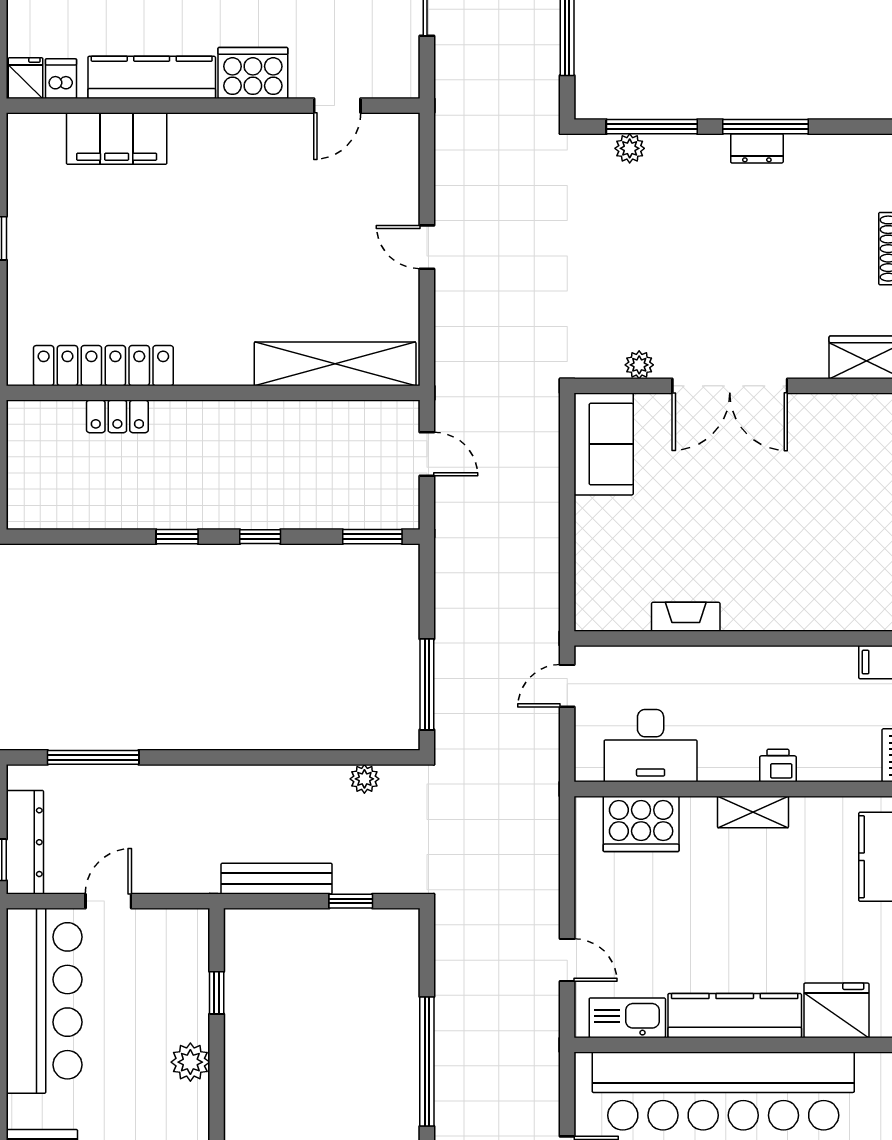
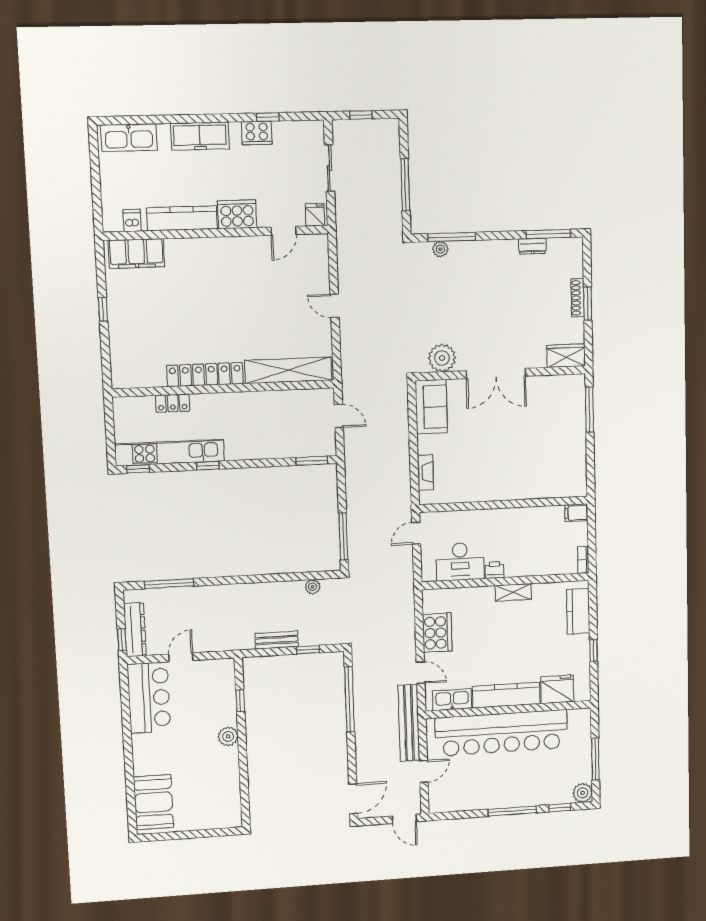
fridge: (25, 78) -> (315, 215), moved
window: (766, 127) -> (548, 234), moved
filing cabinet: (117, 139) -> (136, 253), moved
dresser: (757, 148) -> (532, 246), moved
plant: (639, 365) -> (442, 358), width x1.88, depth x1.88
locker: (103, 366) -> (205, 375), moved
kitchen unit: (107, 509) -> (170, 453), added
window: (260, 537) -> (138, 469), moved
fireplace: (686, 617) -> (425, 472), moved, turned 90
printer: (778, 766) -> (495, 570), moved
cooker: (641, 824) -> (437, 633), moved, turned -90
bench: (277, 879) -> (277, 640), width x0.73
bar counter: (44, 1001) -> (149, 698), width x0.73
bench: (541, 1059) -> (409, 723), added
window: (427, 1061) -> (349, 699), moved

